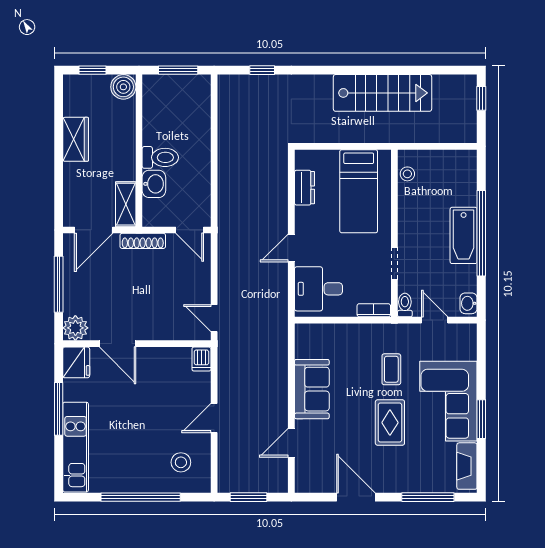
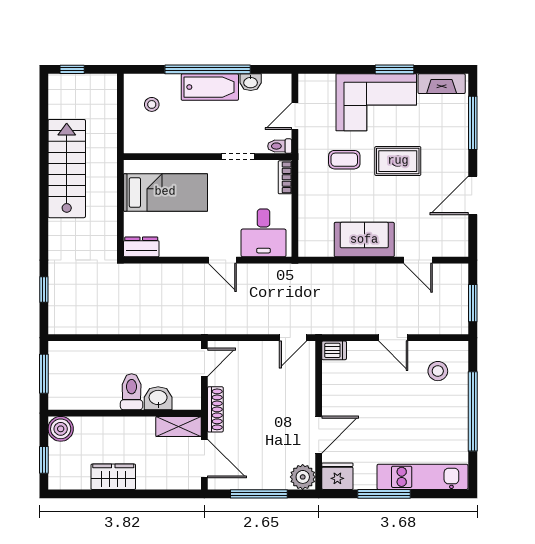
stool: (407, 174) -> (152, 104), moved
dresser: (304, 188) -> (141, 247), moved
washbasin: (468, 303) -> (251, 82), moved

